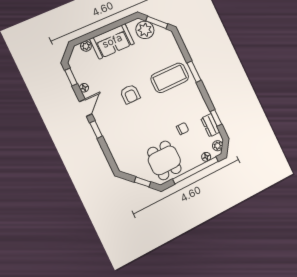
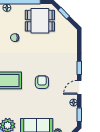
dining table: (164, 160) -> (40, 21), turned 90

